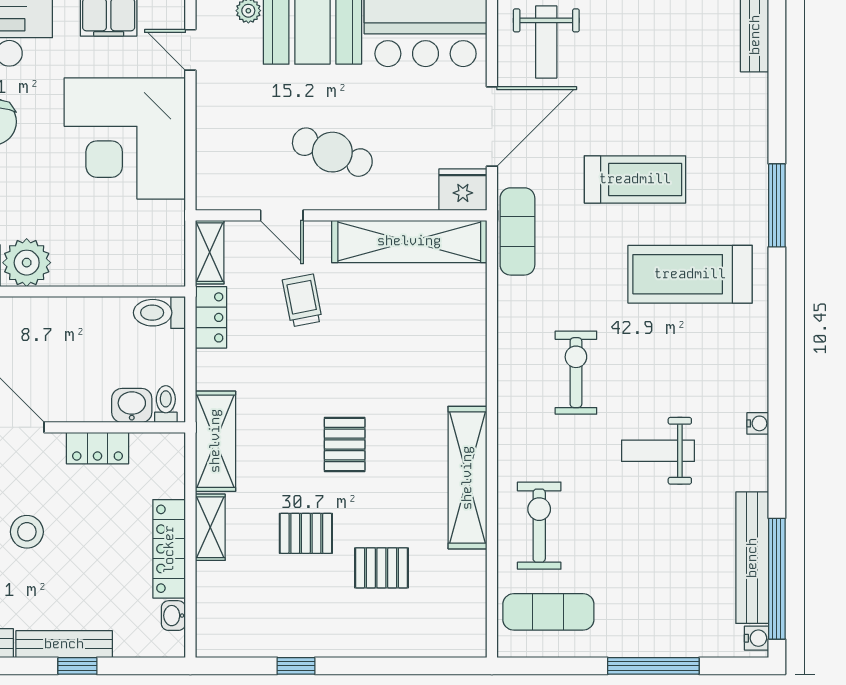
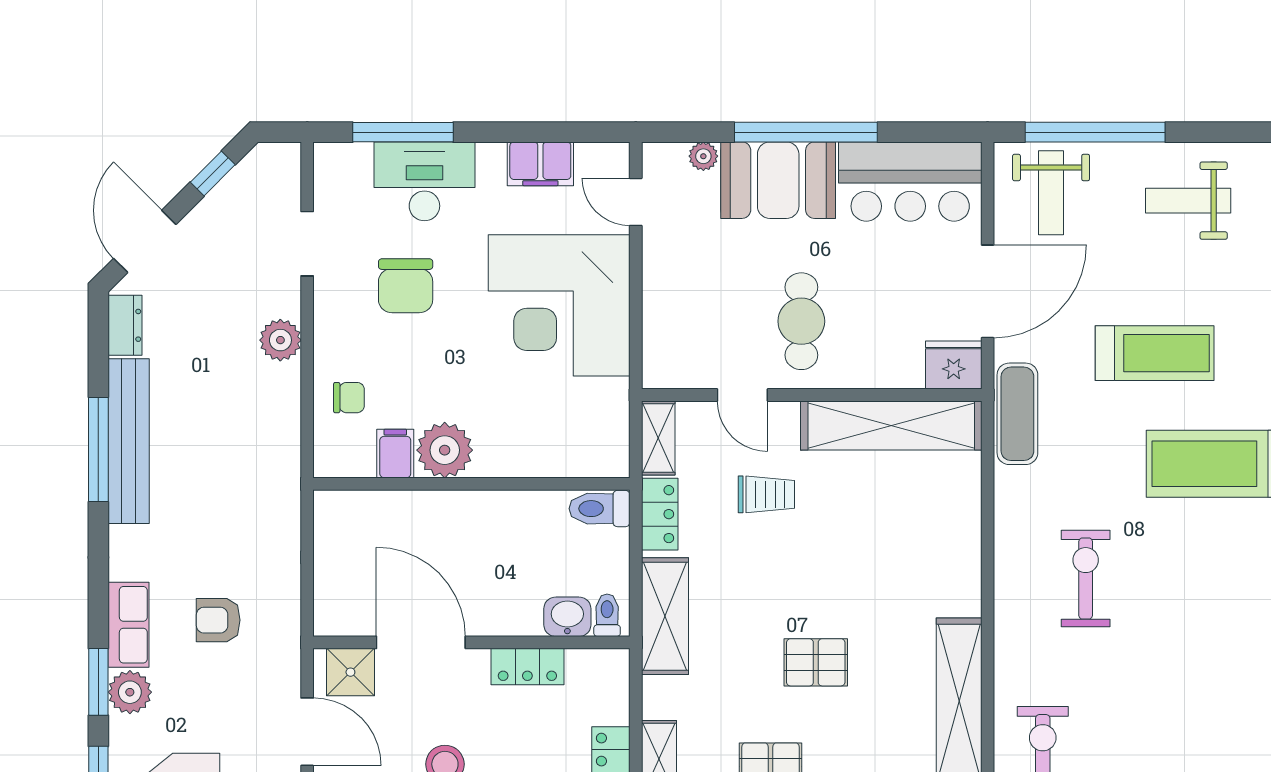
cafe table: (332, 152) -> (801, 321), turned 69
trolley: (302, 300) -> (766, 494), turned 101
shelving: (215, 441) -> (665, 616), moved
pallet: (345, 444) -> (816, 662), turned 90
weight bench: (658, 451) -> (1188, 201), moved

